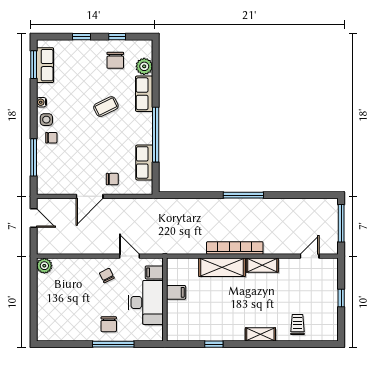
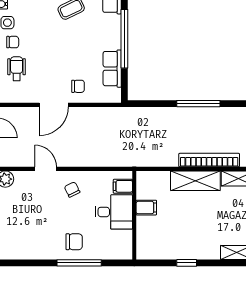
wheelchair: (55, 163) -> (17, 69), added
window: (243, 195) -> (198, 104), moved
door: (130, 256) -> (46, 169), moved
desk: (146, 302) -> (114, 212), width x0.73
chair: (109, 324) -> (74, 242), turned -90

